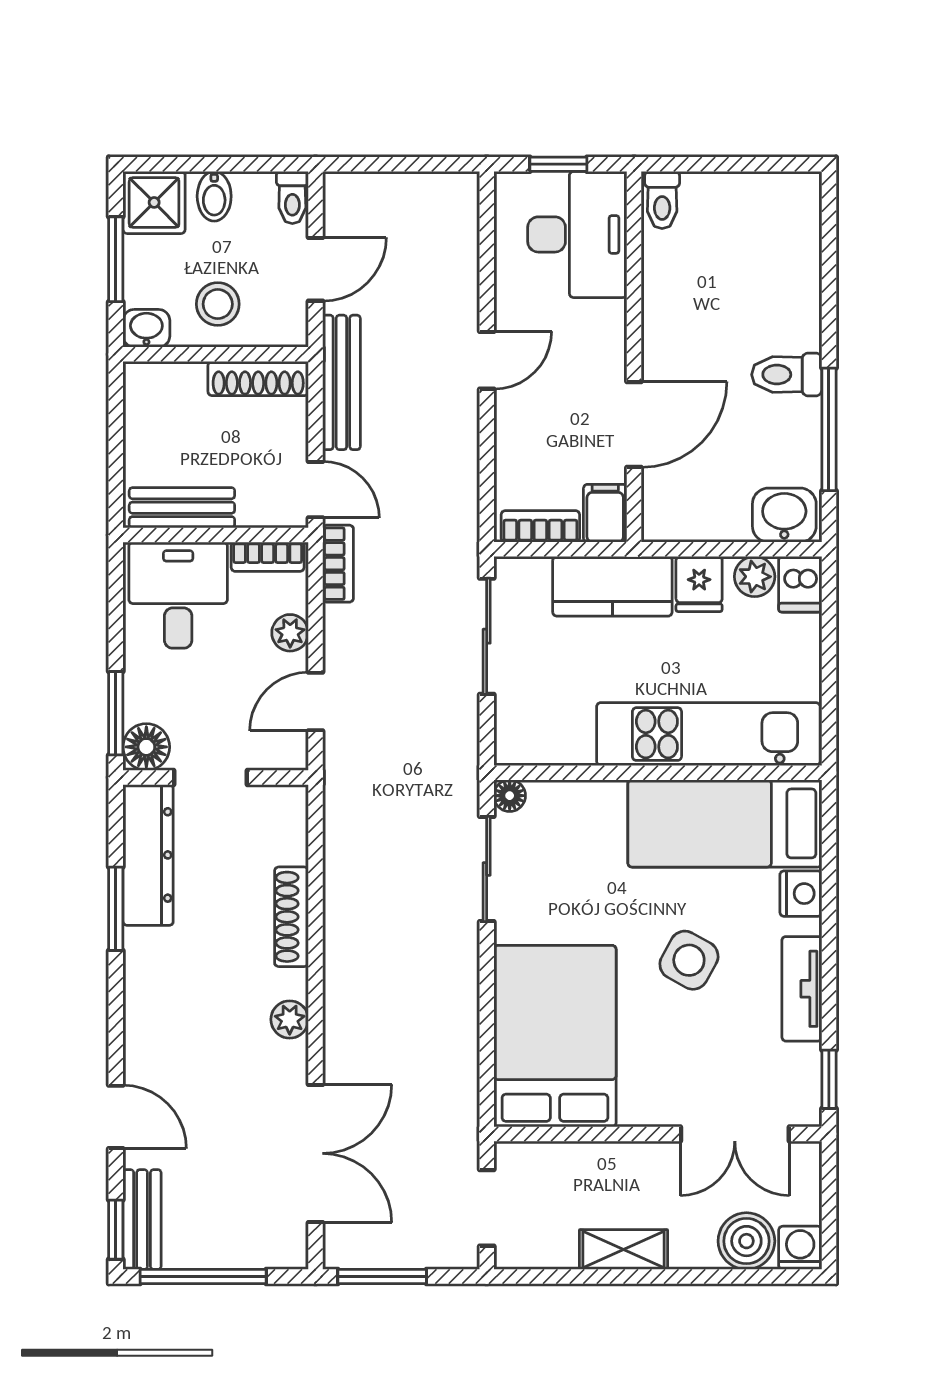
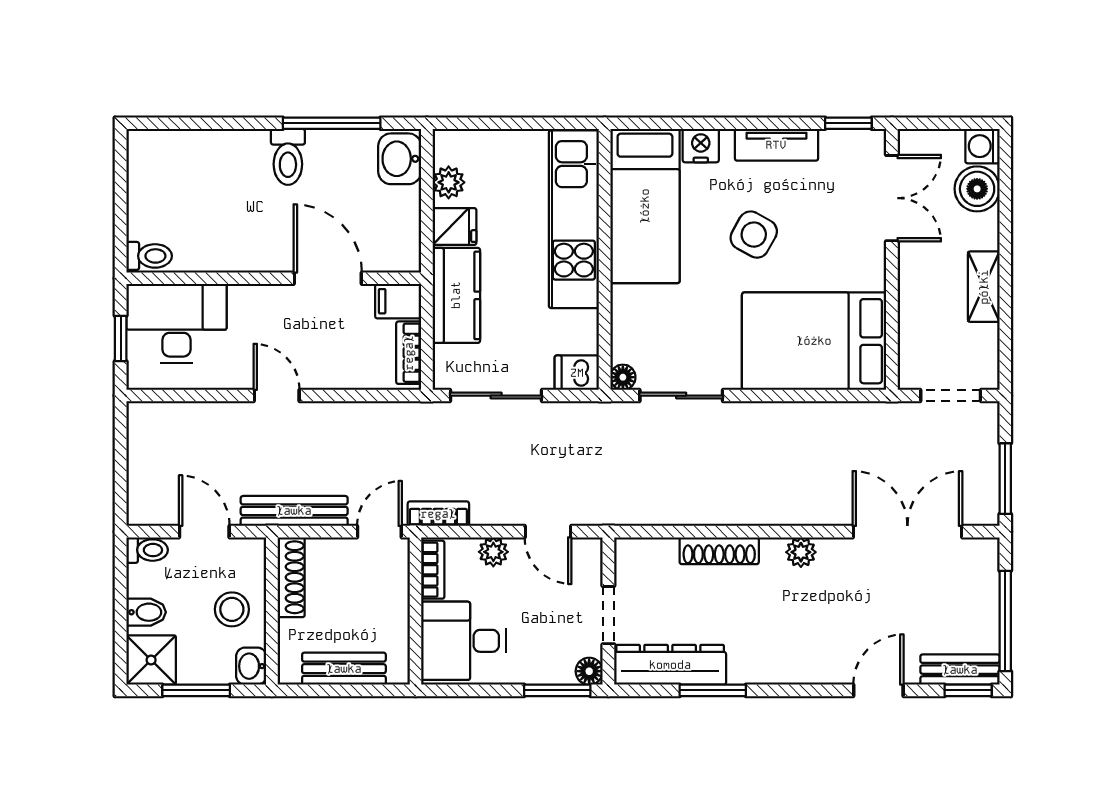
bench: (182, 508) -> (344, 669), moved, turned 90
dishwasher: (800, 584) -> (577, 373), moved, turned 180
floor lamp: (146, 747) -> (589, 671), width x0.73, depth x0.73

